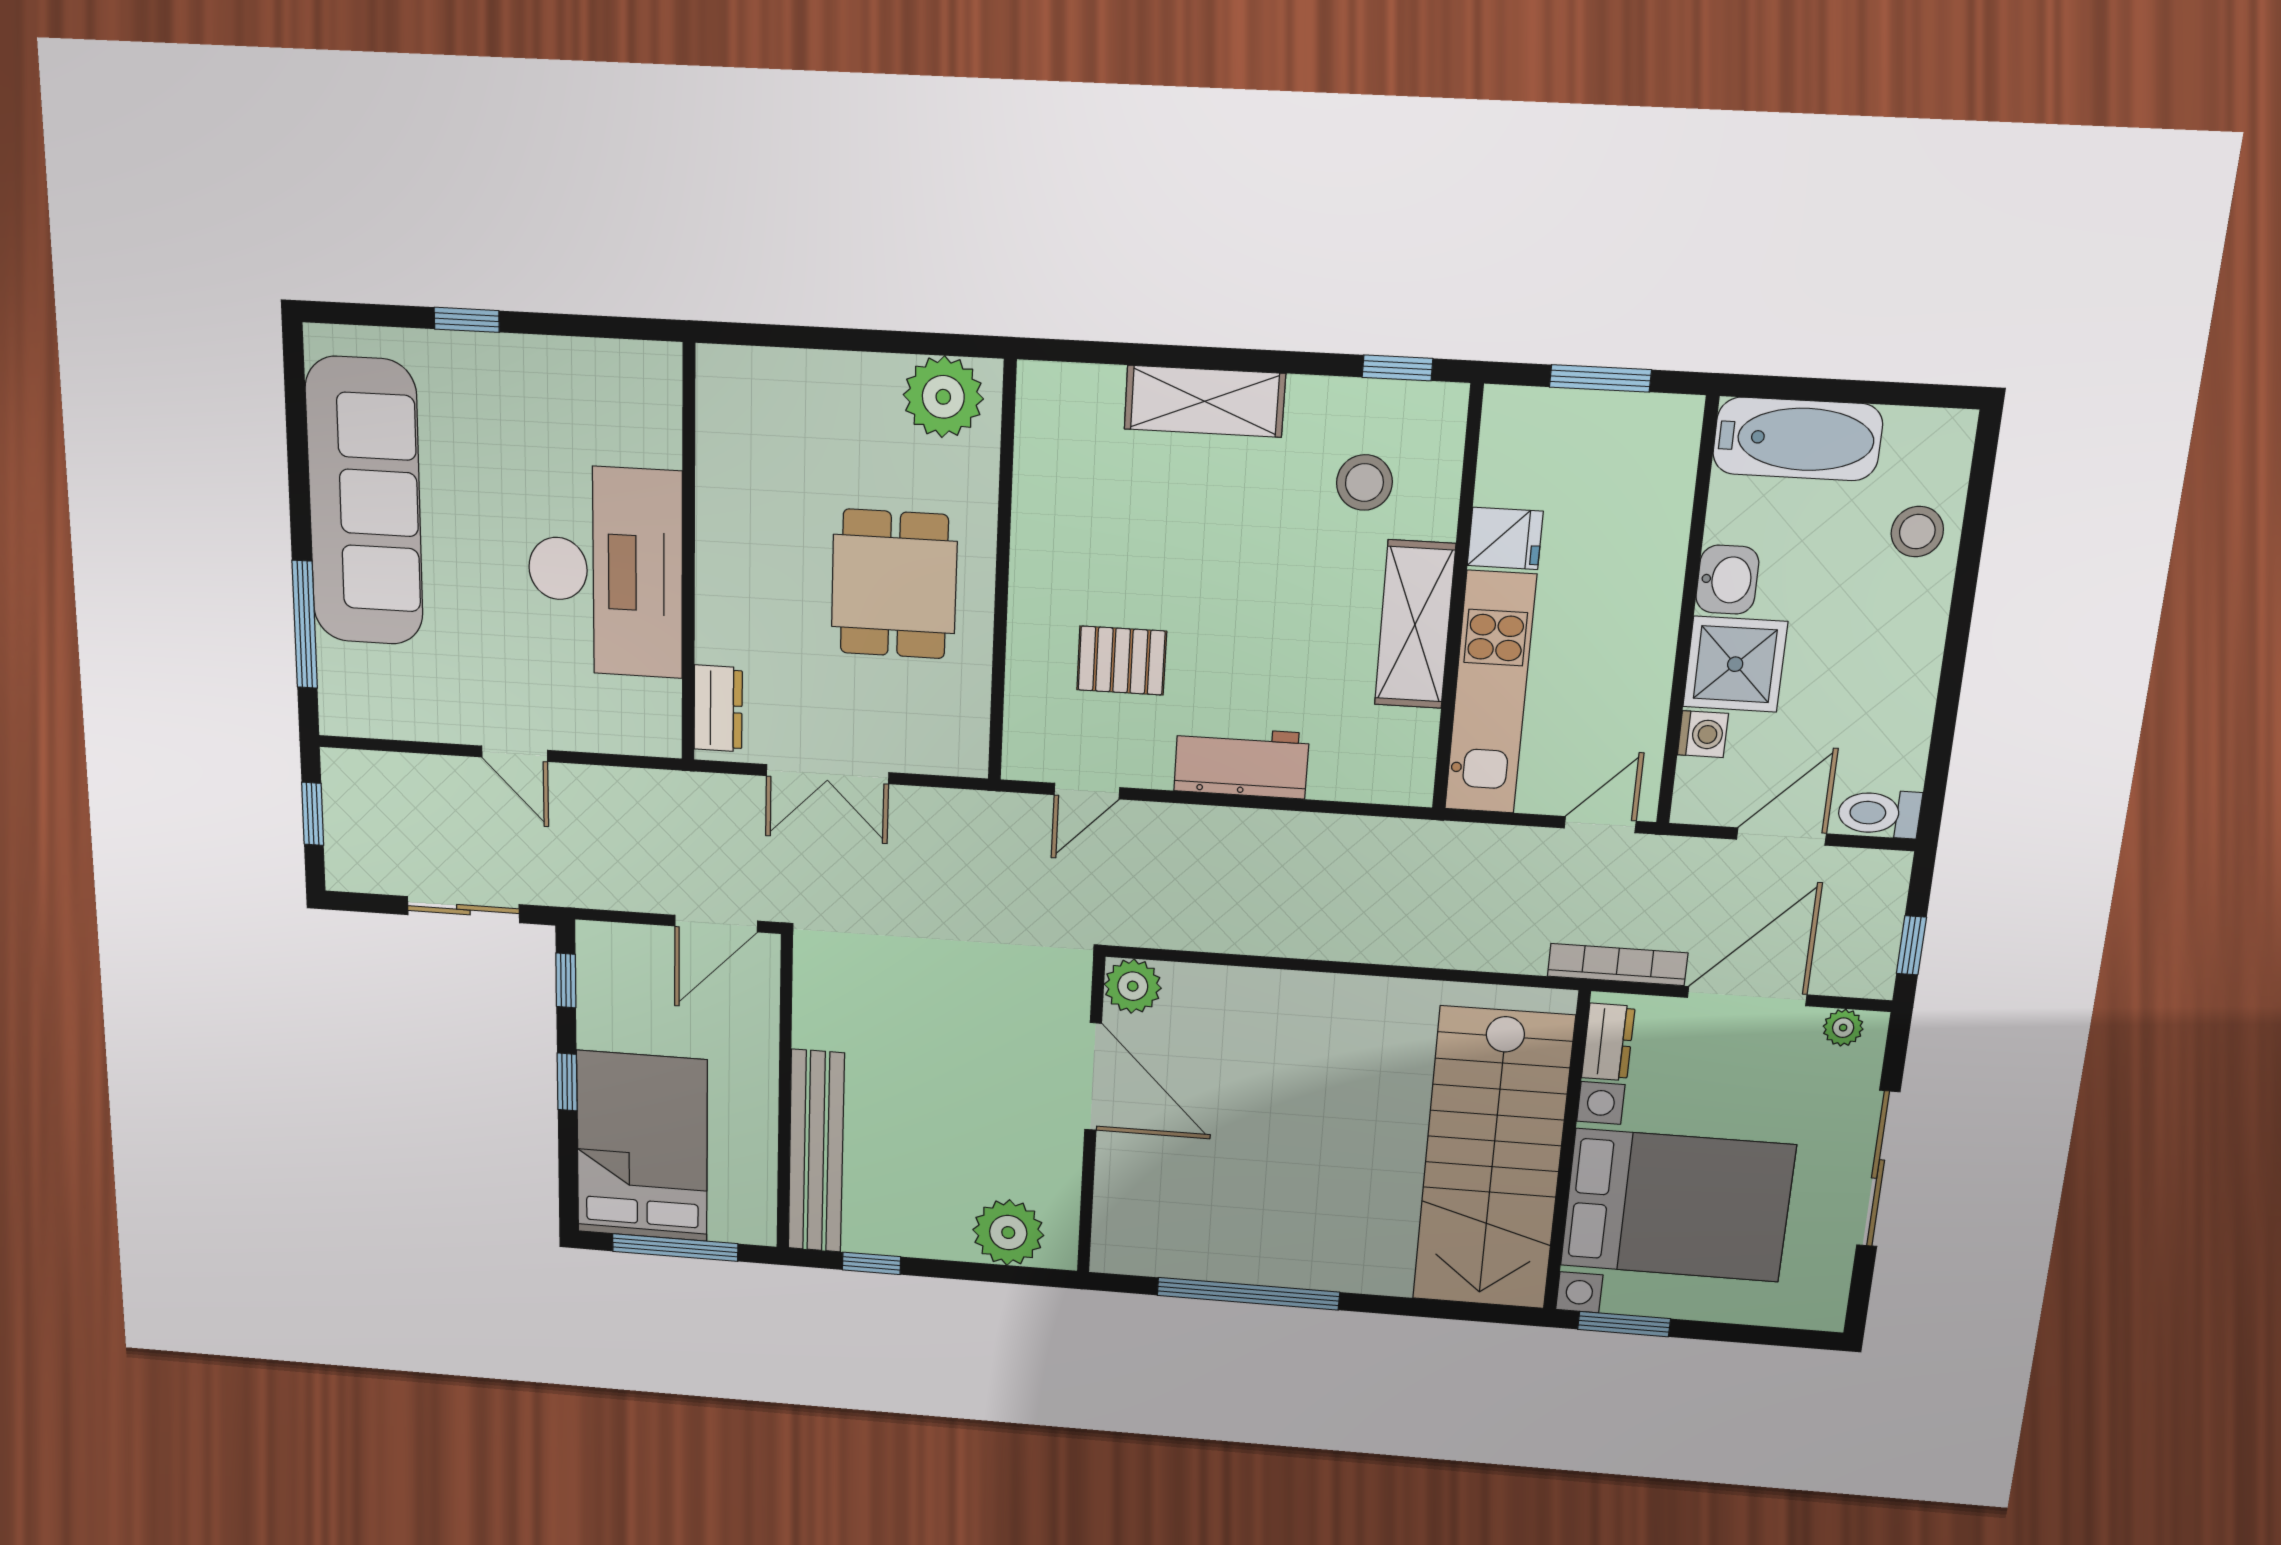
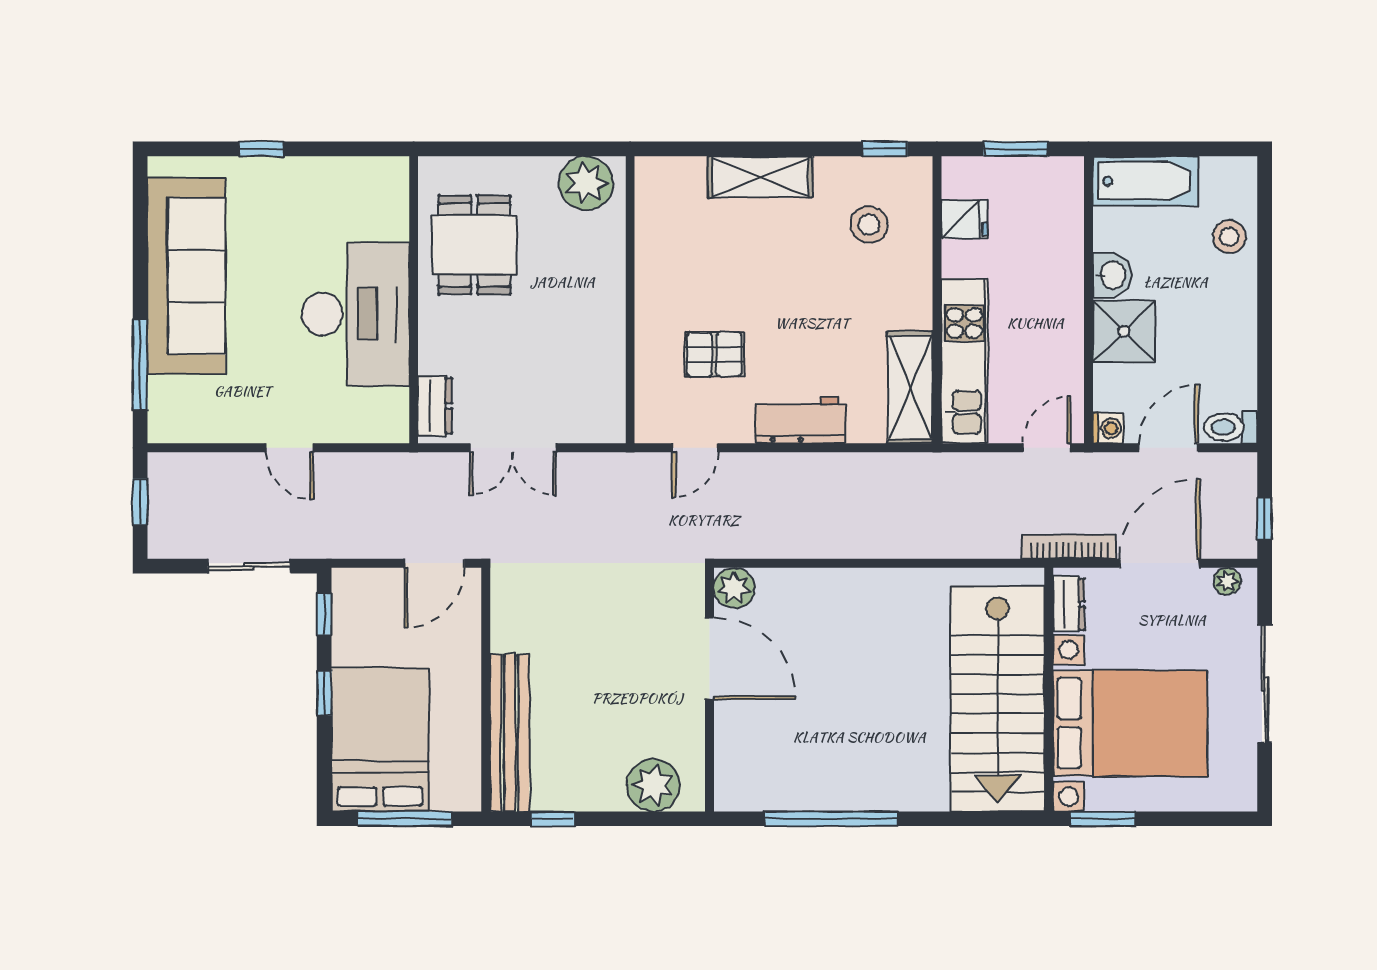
fridge: (1505, 538) -> (964, 219), moved
dining table: (894, 584) -> (474, 245), moved
shelving: (1415, 625) -> (910, 387), moved
washing machine: (1703, 734) -> (1108, 428), moved

